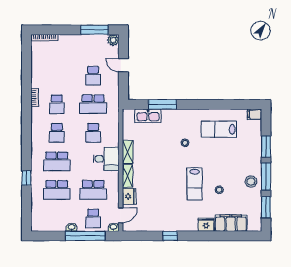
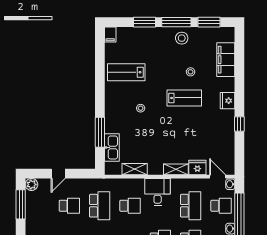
lab bench: (219, 129) -> (126, 72), turned 90
shelving: (128, 152) -> (135, 169), moved
fridge: (206, 225) -> (227, 101), moved

